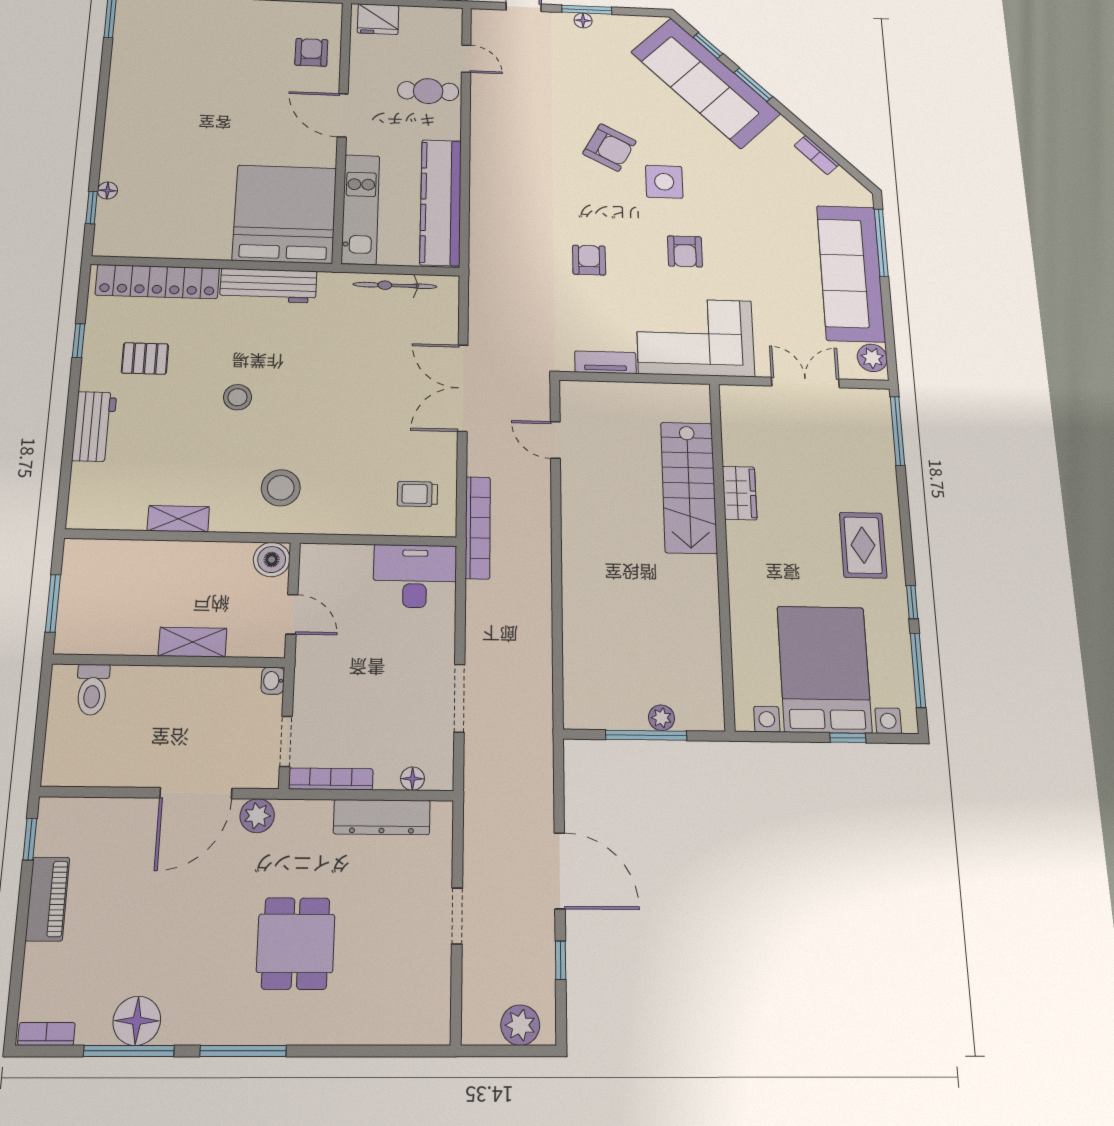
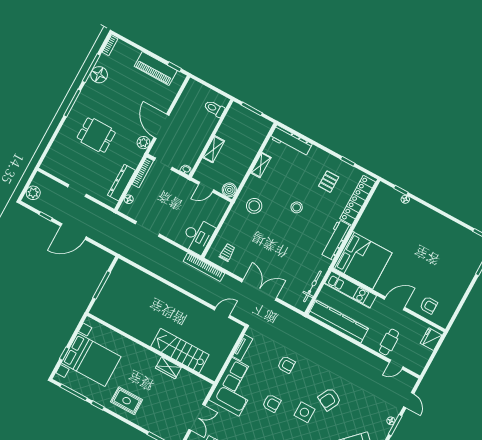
armchair: (685, 251) -> (272, 403), turned 180
workbench: (94, 426) -> (291, 141), moved, width x1.38
plant: (661, 718) -> (105, 294), removed
piano: (48, 899) -> (156, 68), width x1.37, depth x1.33

